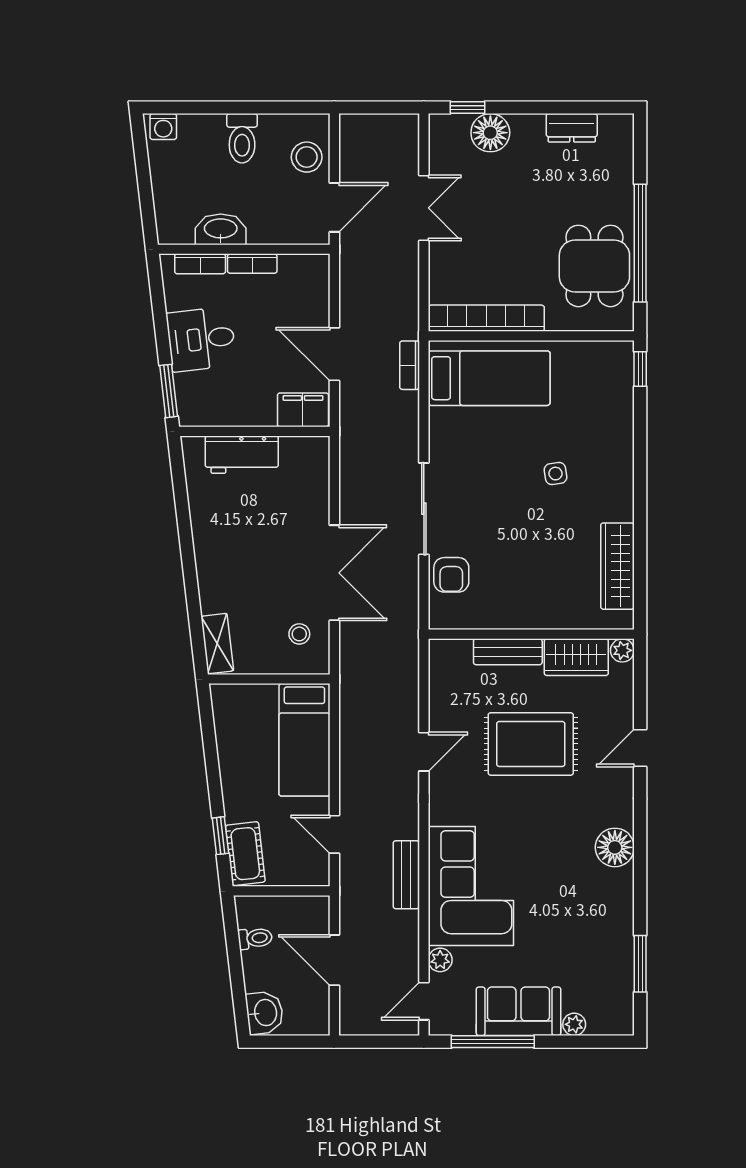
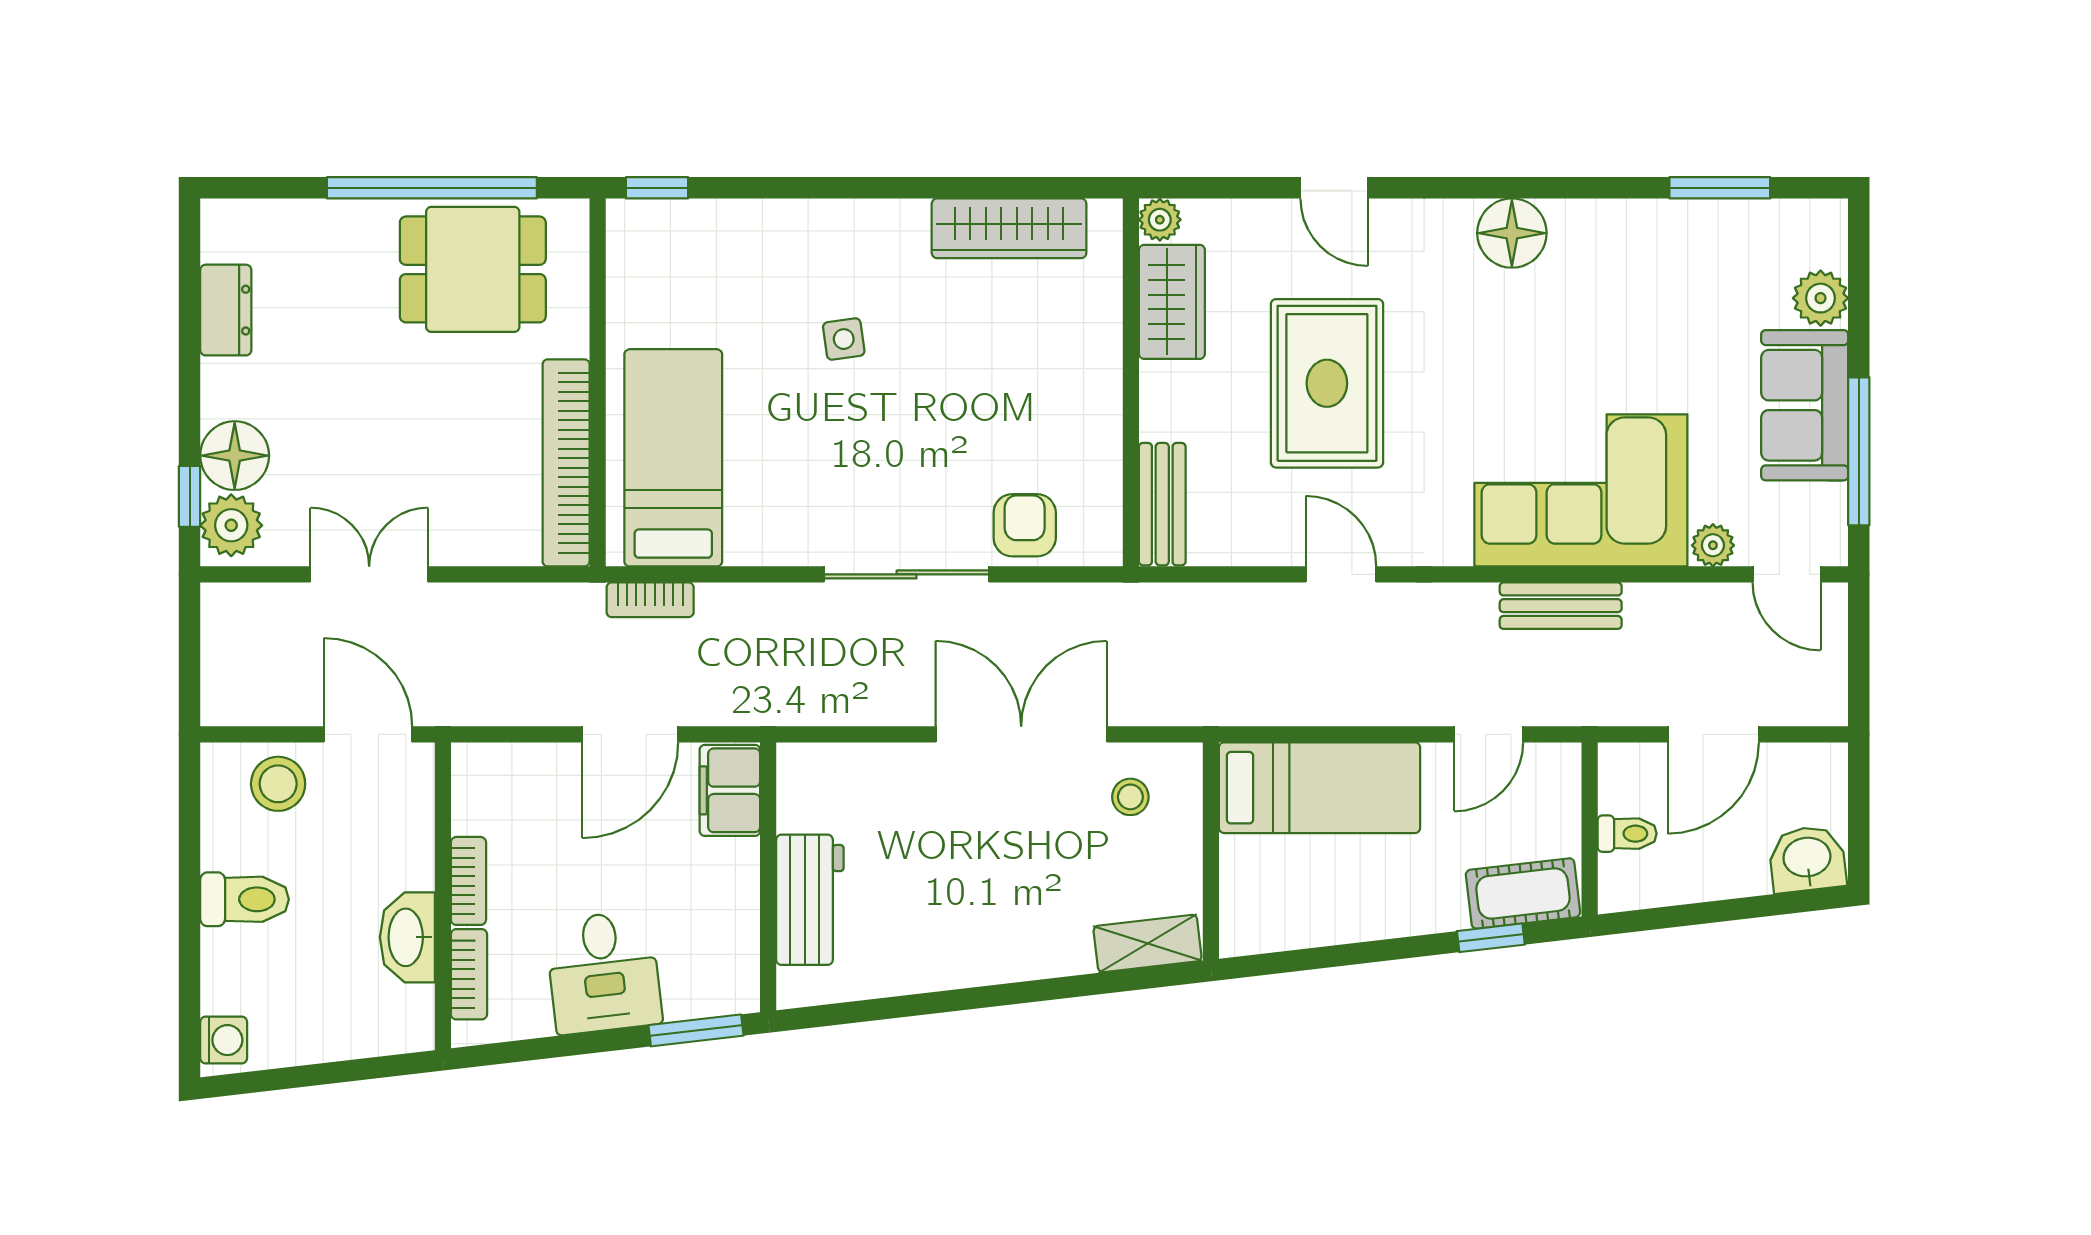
plant: (451, 131) -> (231, 525), added
armchair: (451, 575) -> (1025, 525), turned -90
bench: (508, 652) -> (1162, 504), moved
toilet: (255, 938) -> (1627, 834), moved, turned 97
plant: (574, 1024) -> (1821, 298), width x1.38, depth x1.38

